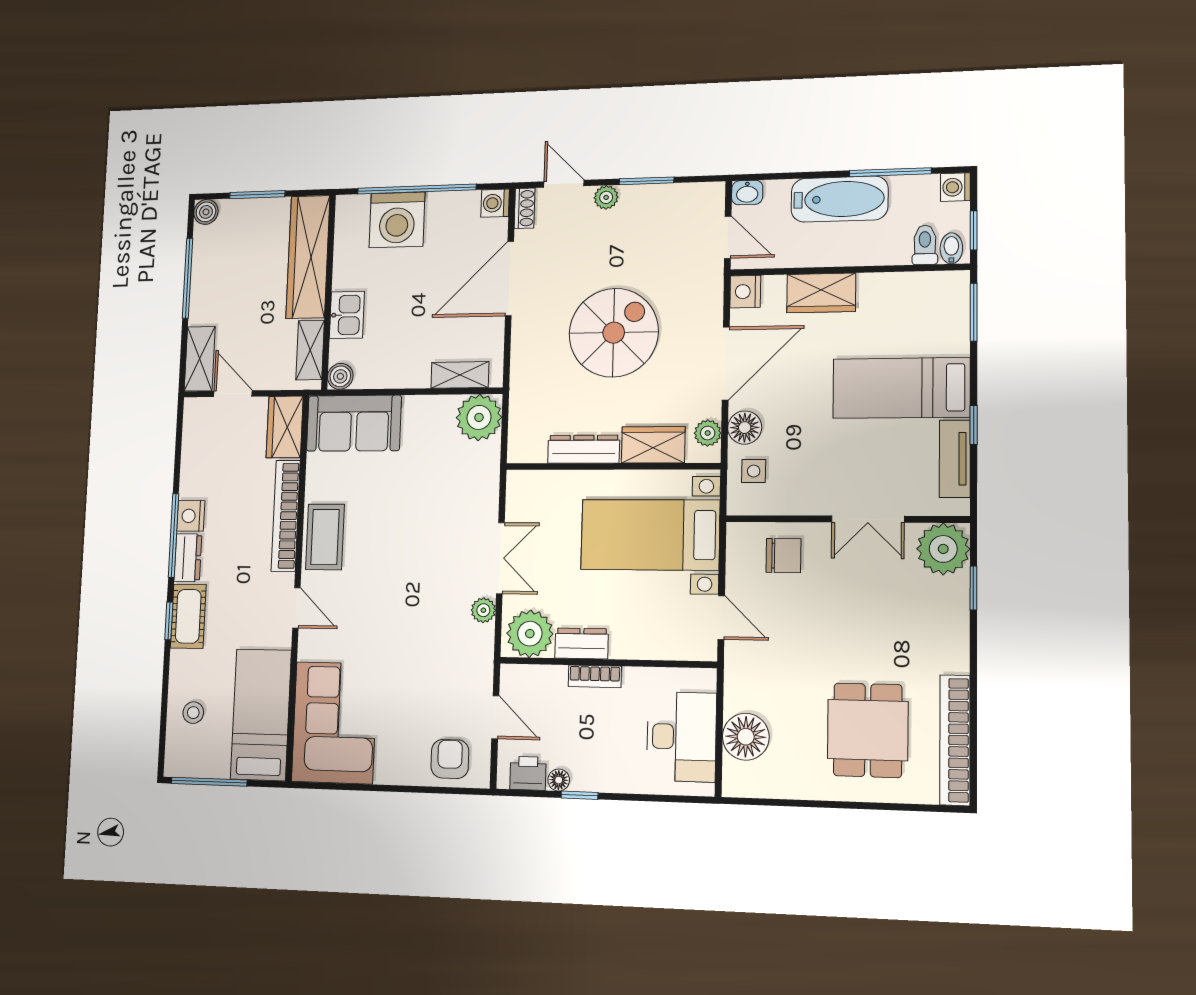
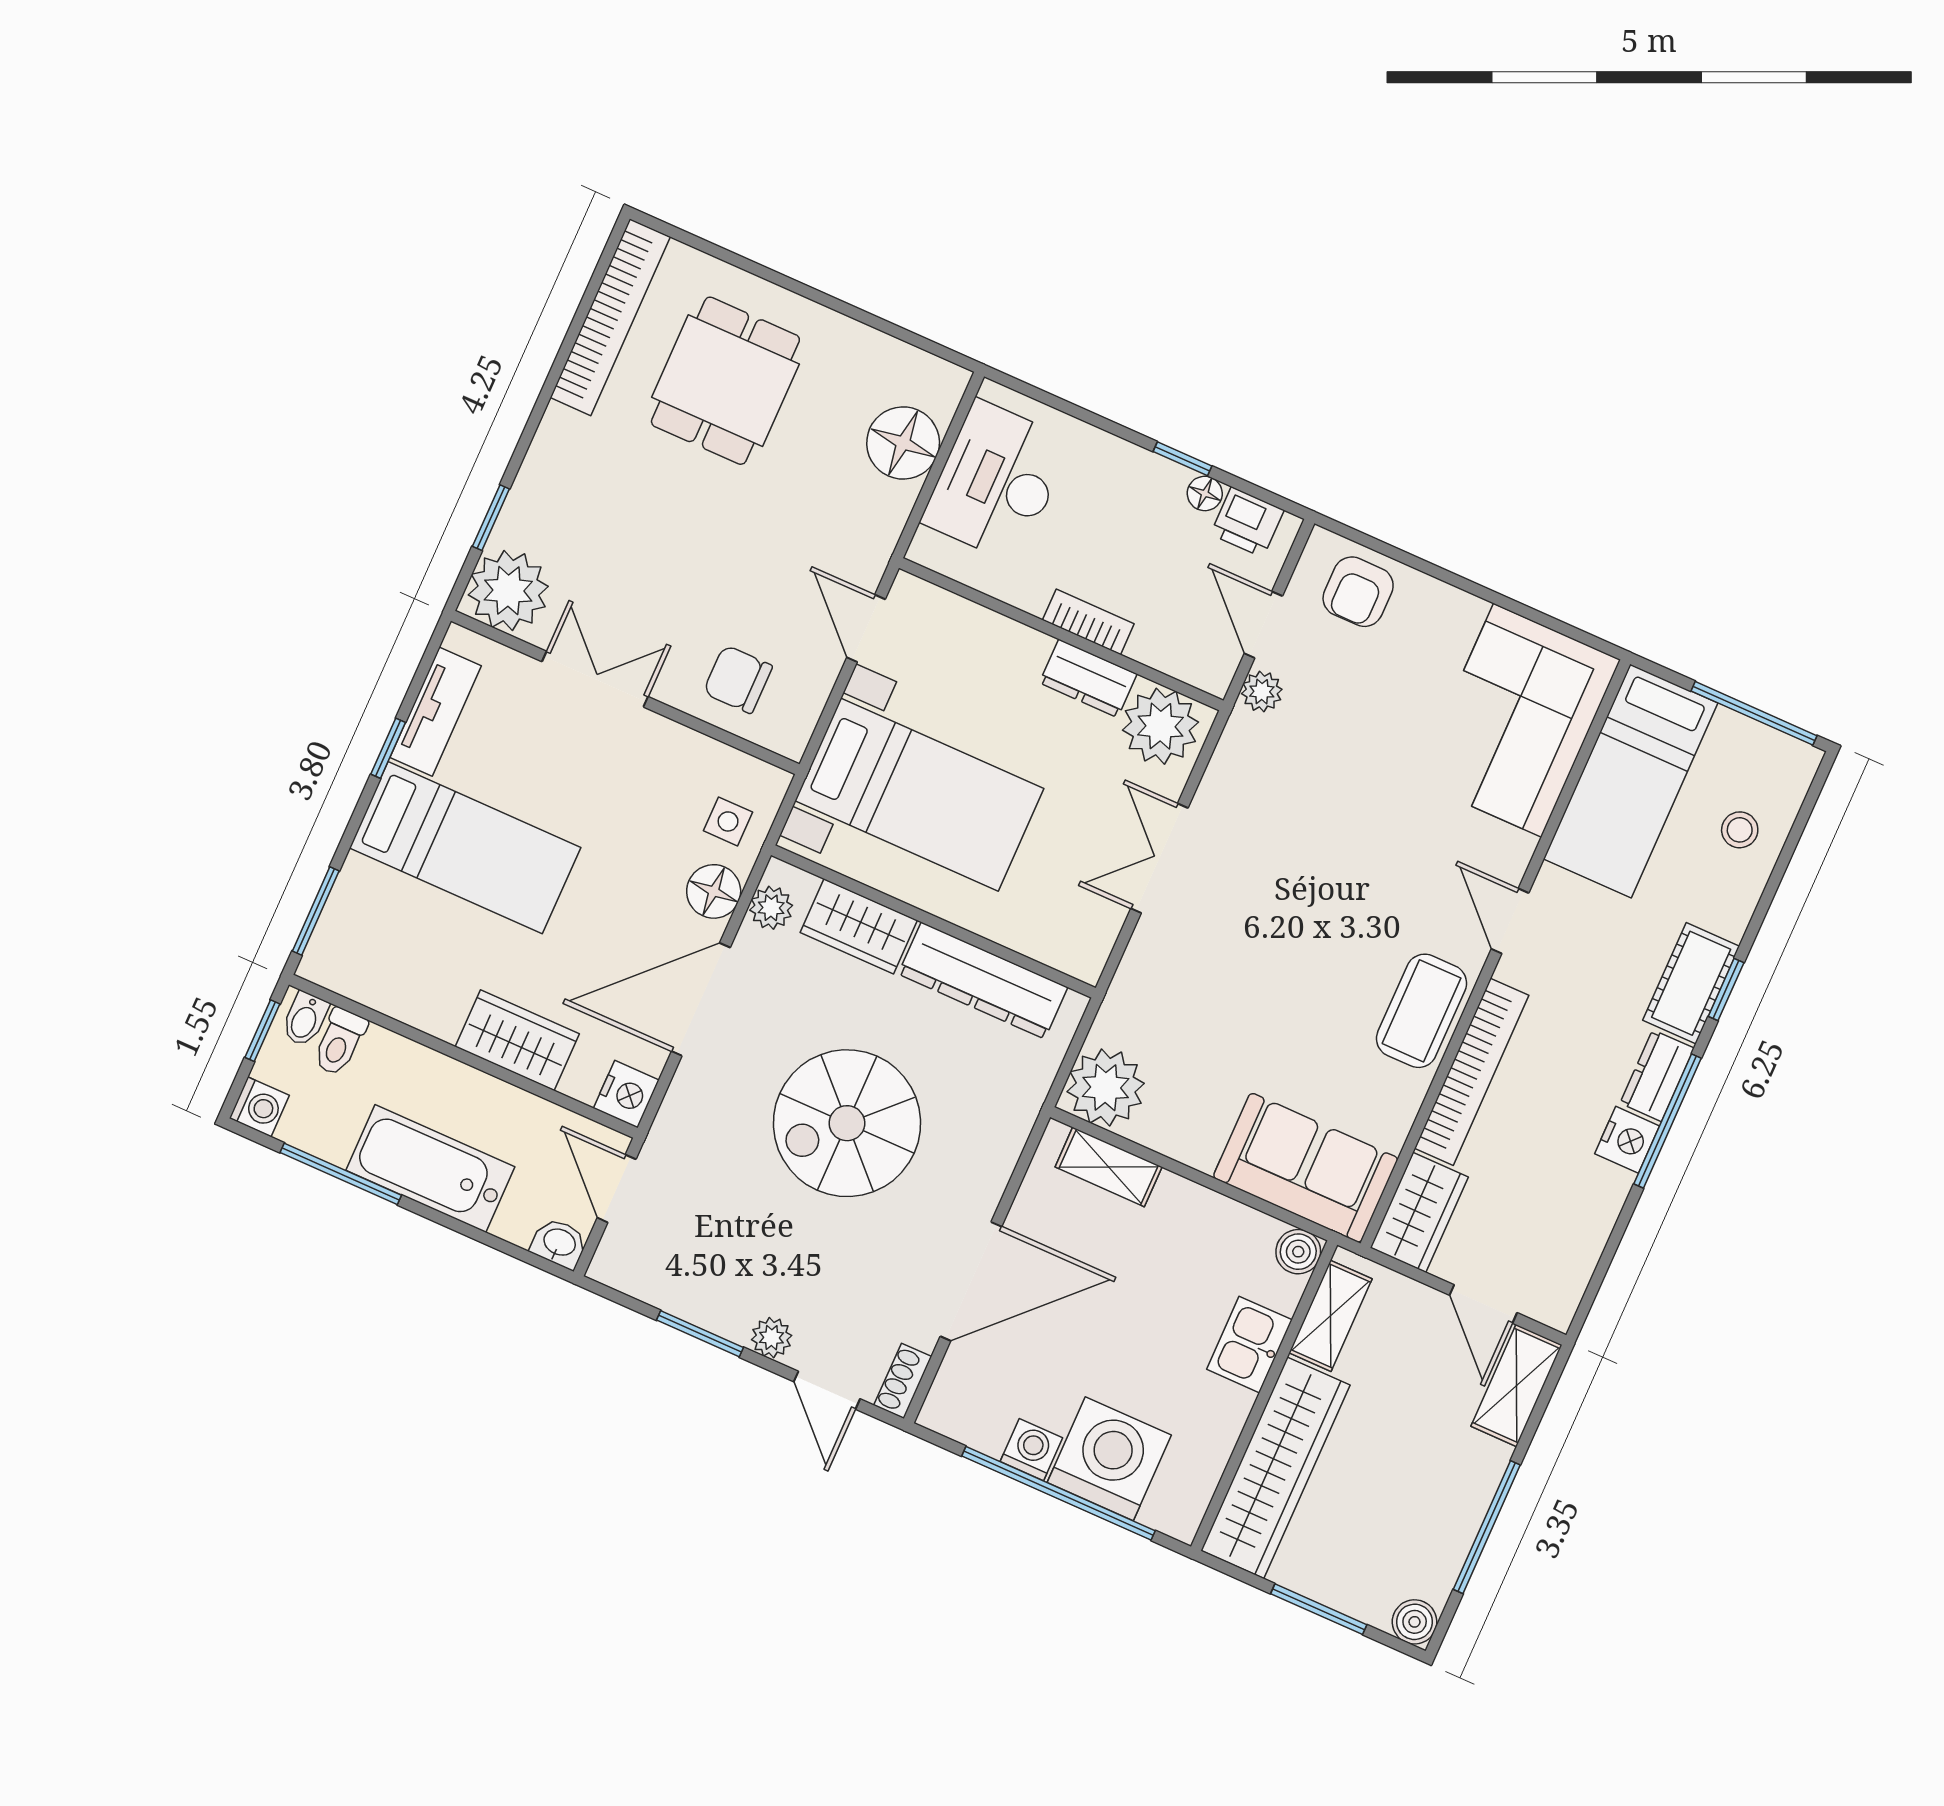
washing machine: (495, 203) -> (1031, 1450), moved, turned -90
dresser: (584, 449) -> (983, 981), width x1.37, depth x1.24
plant: (483, 610) -> (1262, 692), moved

